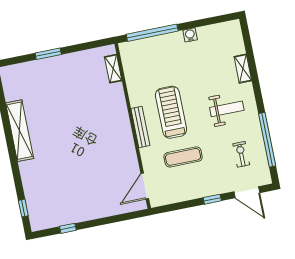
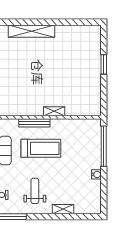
shelving: (113, 69) -> (54, 111), moved
weight bench: (227, 109) -> (35, 191), turned 180
shelving: (20, 131) -> (31, 31), moved

